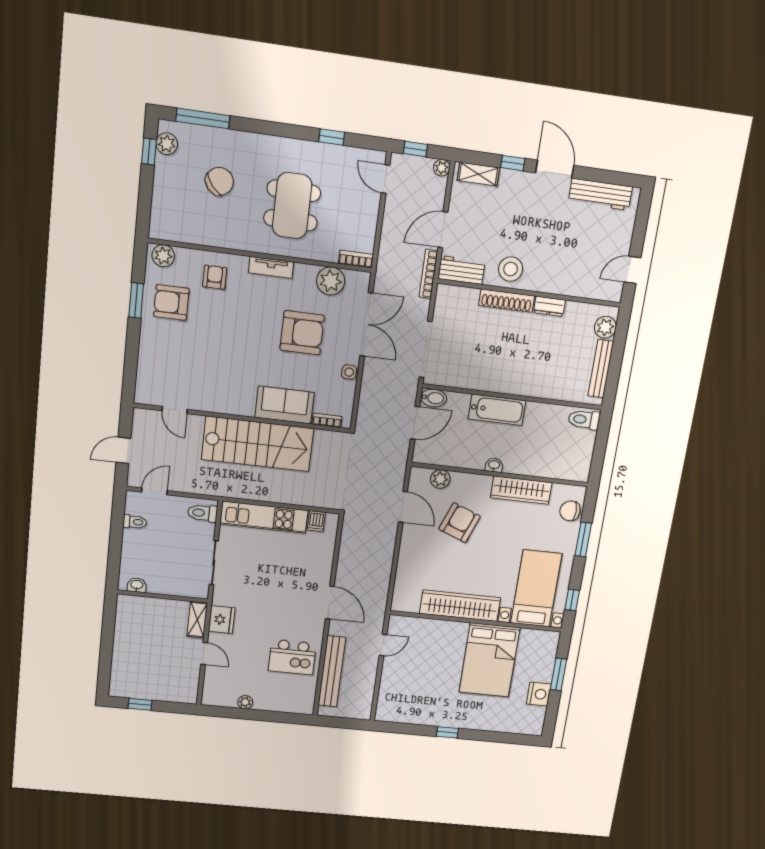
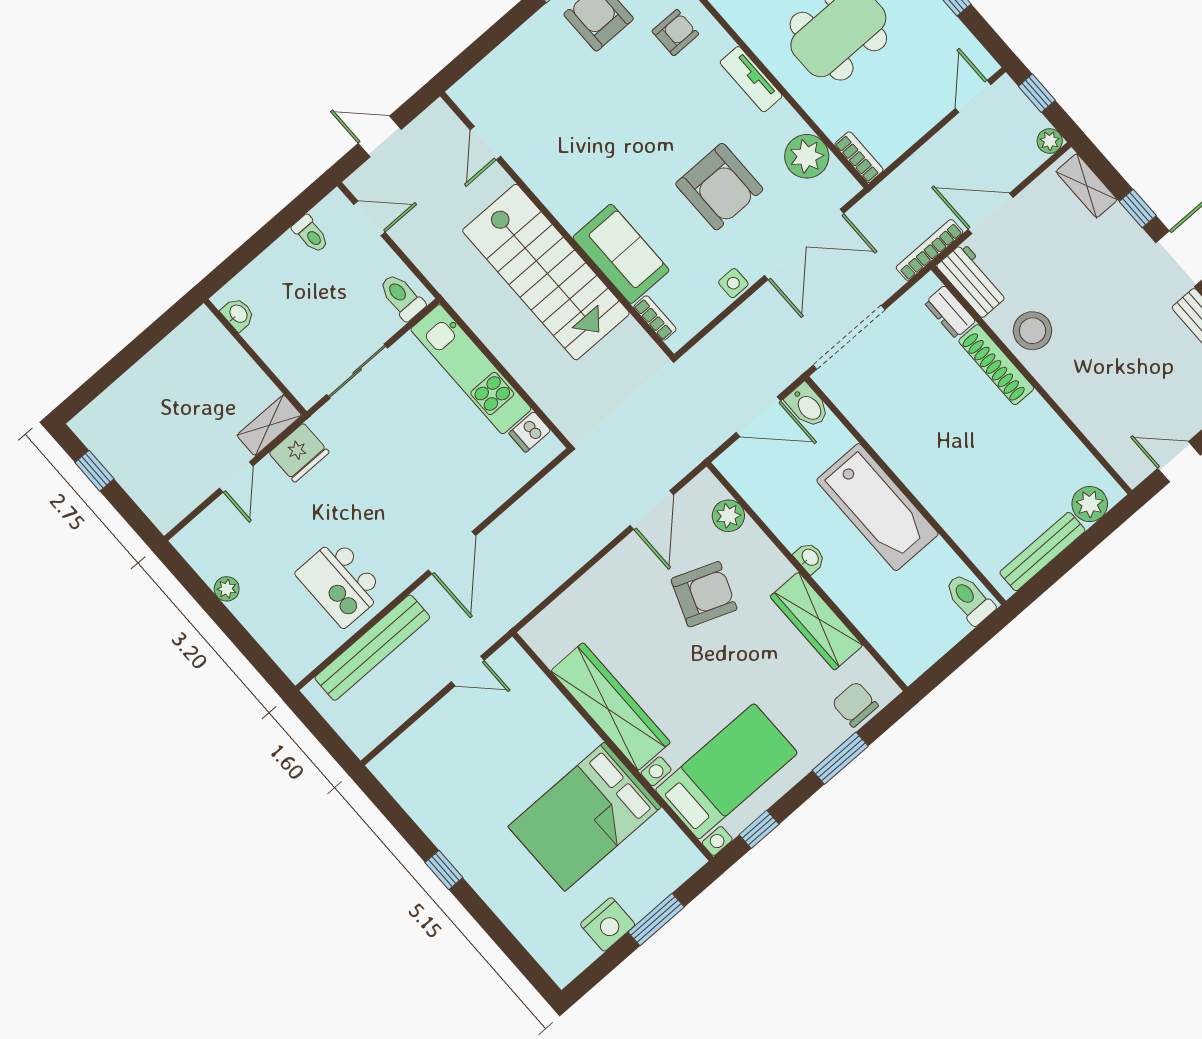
dresser: (549, 306) -> (950, 312), moved
bathtub: (497, 410) -> (877, 507), width x1.36, depth x1.36

